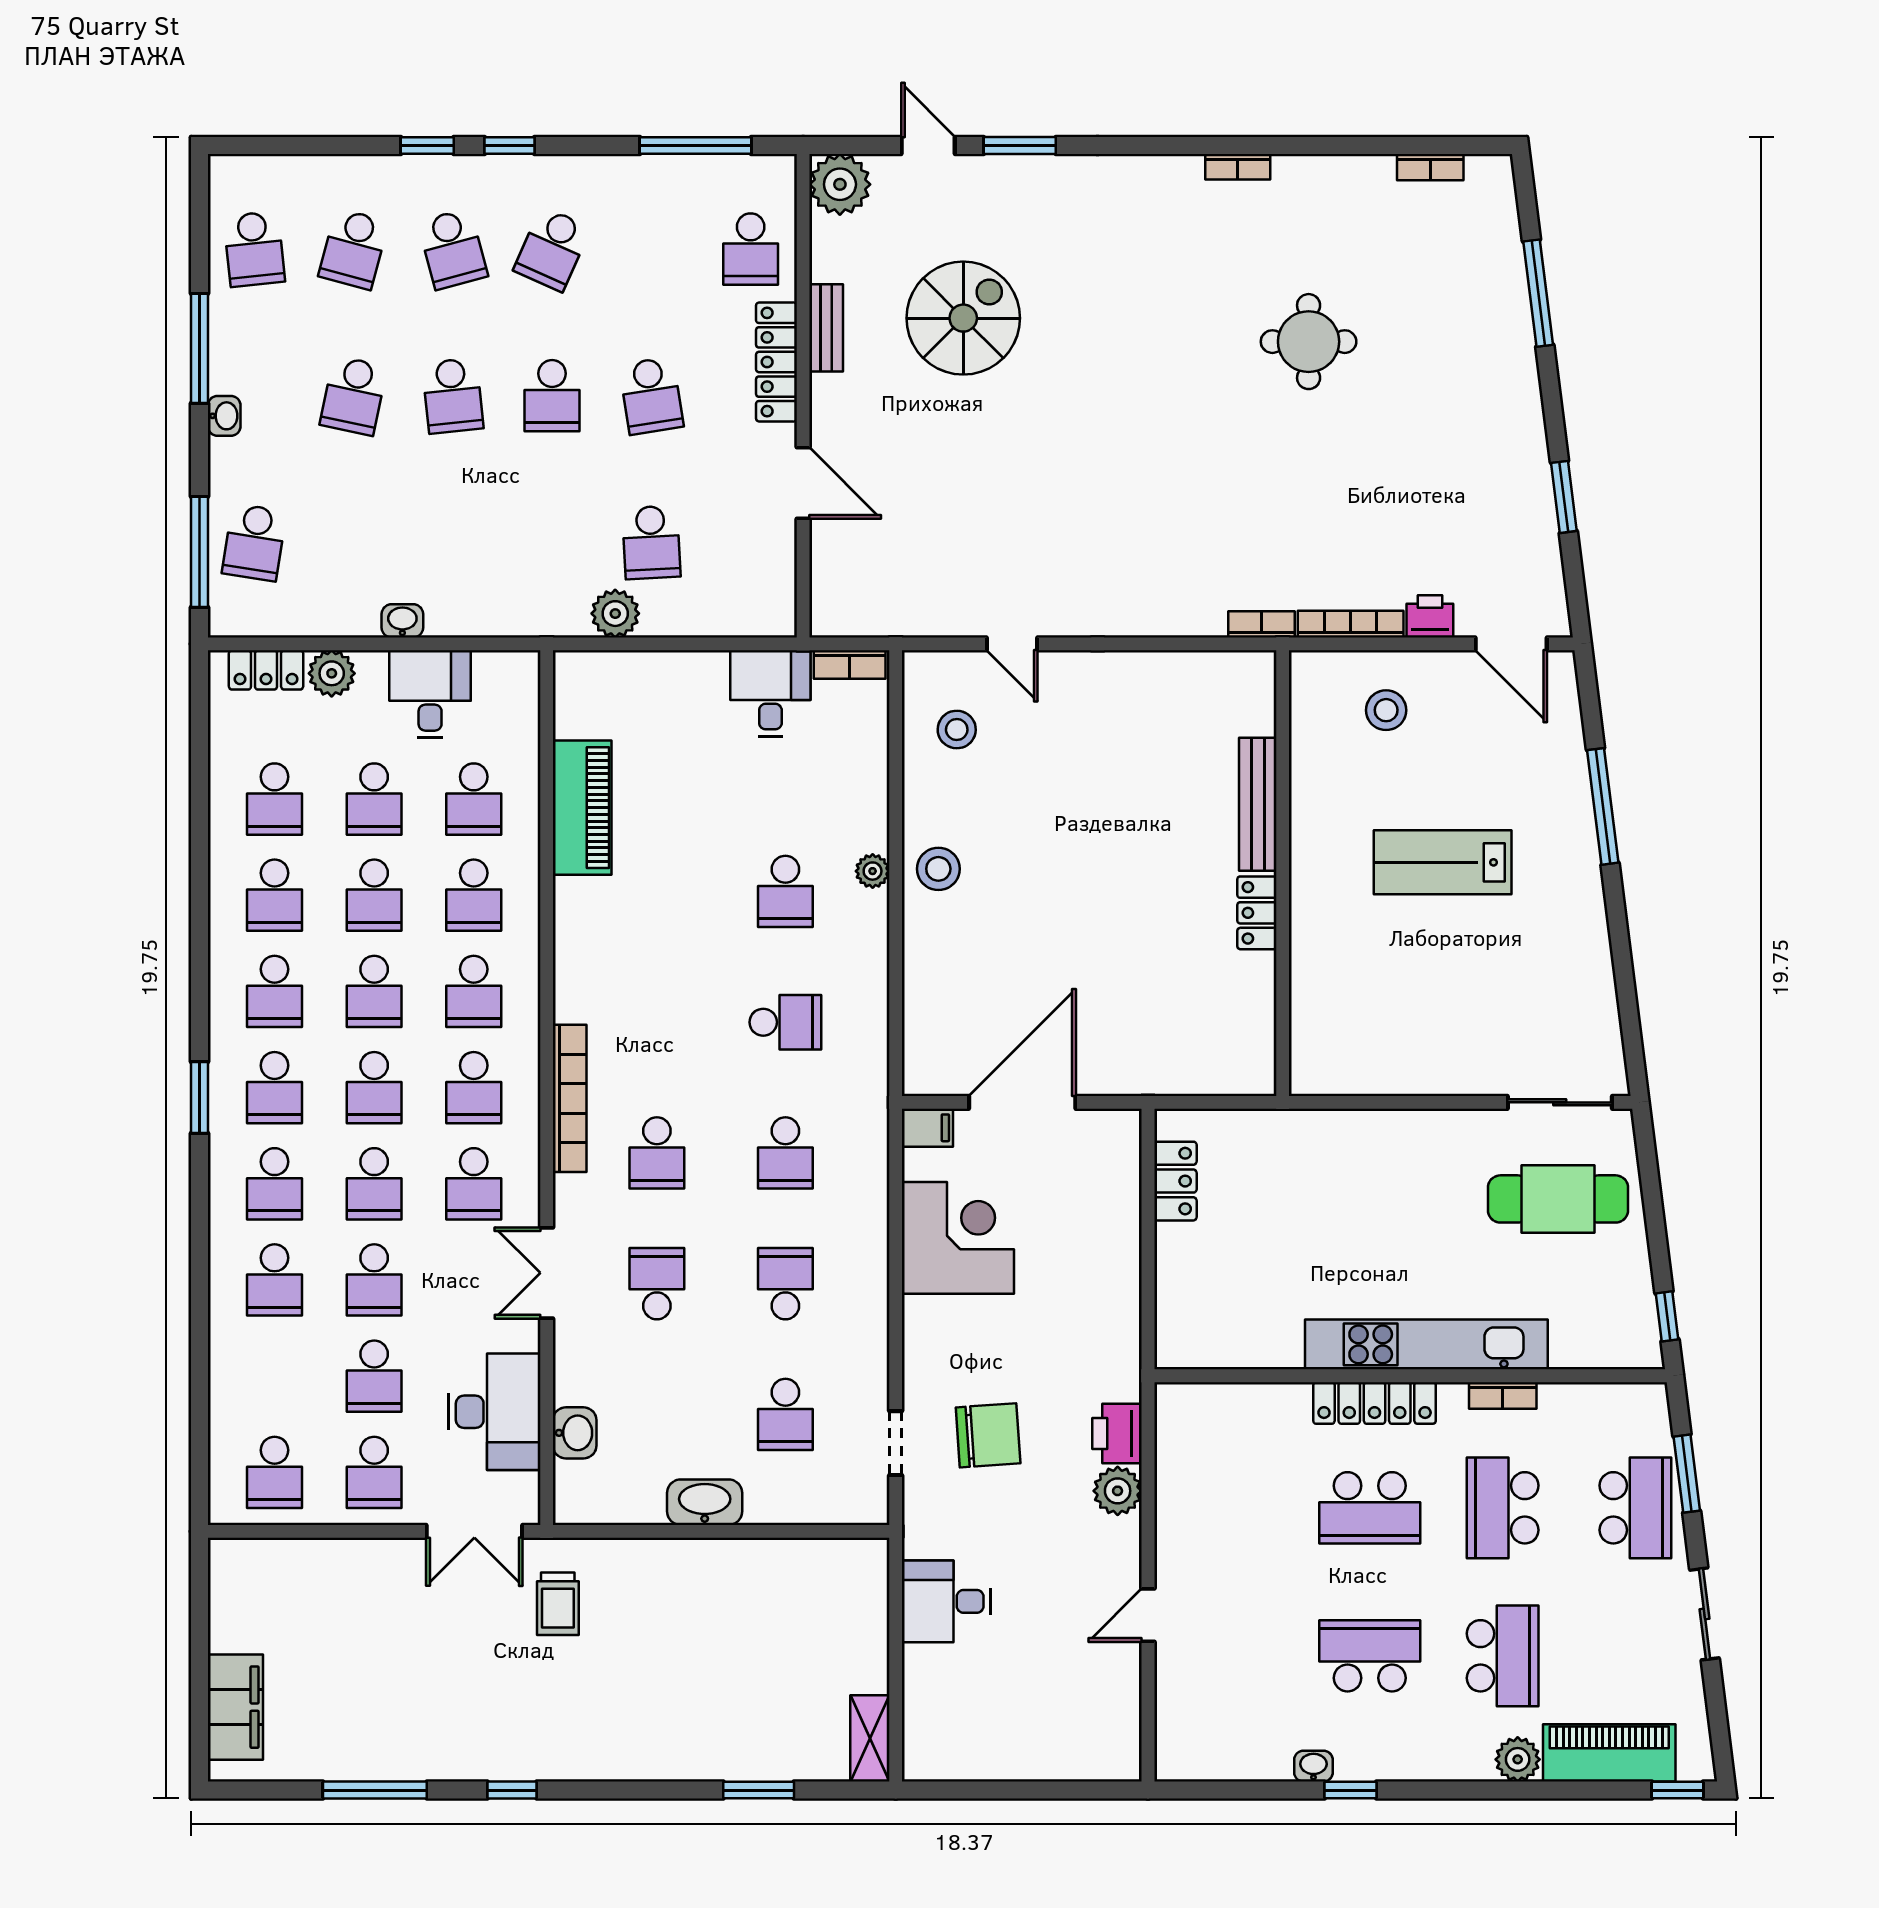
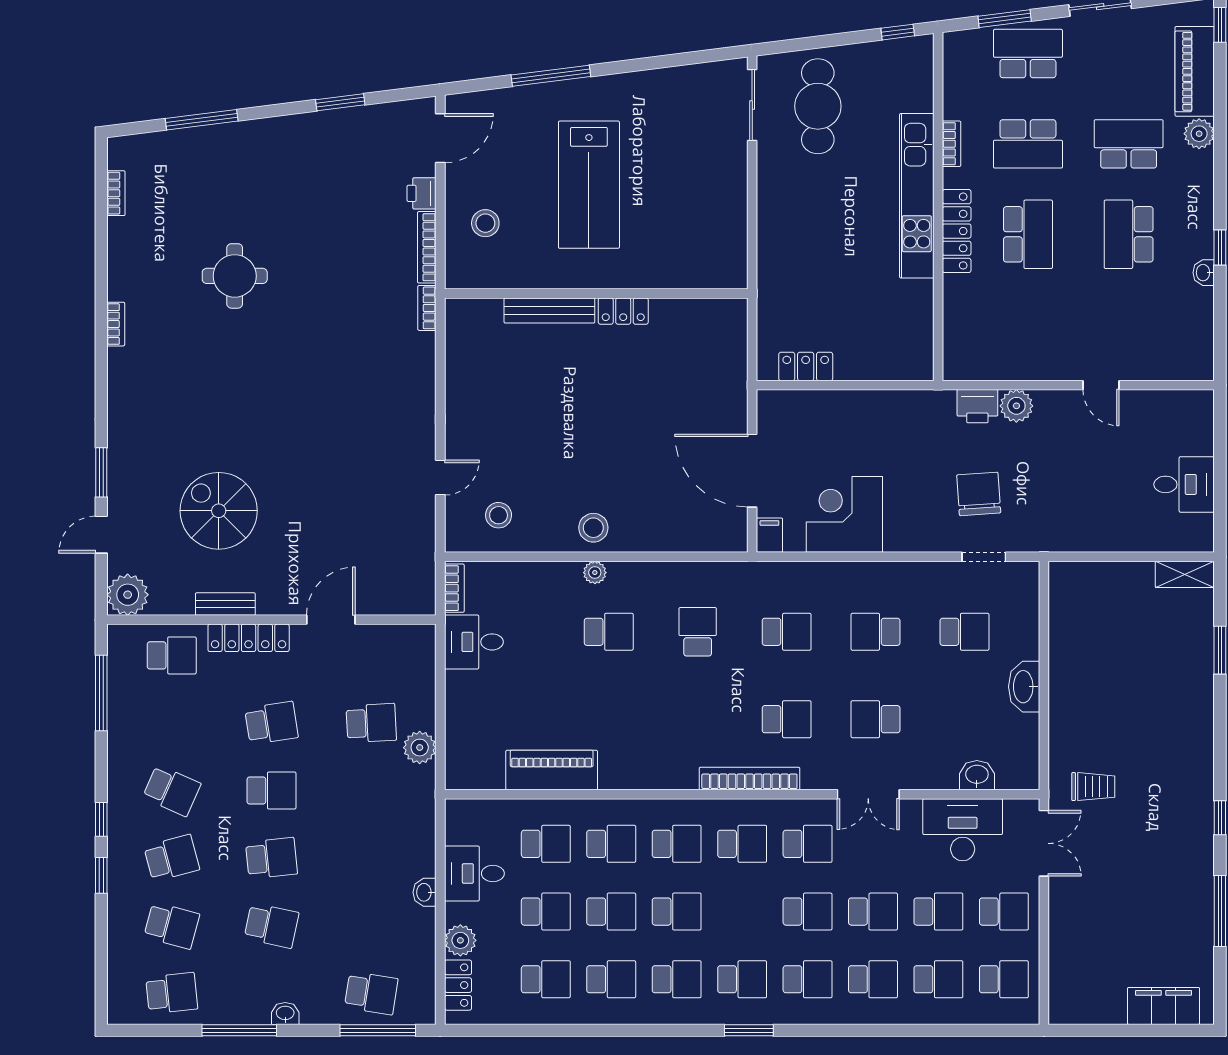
lab bench: (1443, 862) -> (589, 185), width x1.36, depth x1.39
school desk: (374, 1088) -> (938, 979), moved
desk: (946, 1601) -> (1184, 484), moved, turned -90

